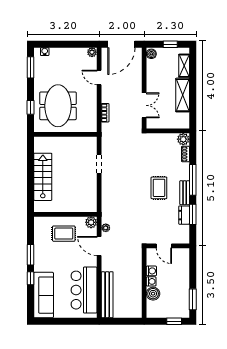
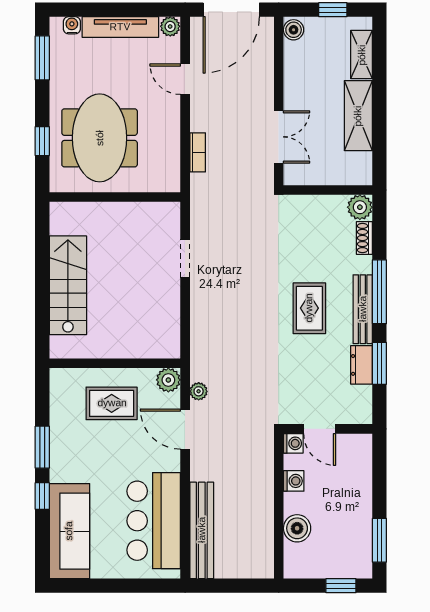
tv unit: (68, 53) -> (120, 27), added
bench: (185, 193) -> (363, 309), width x1.36
washing machine: (151, 281) -> (293, 443), moved

